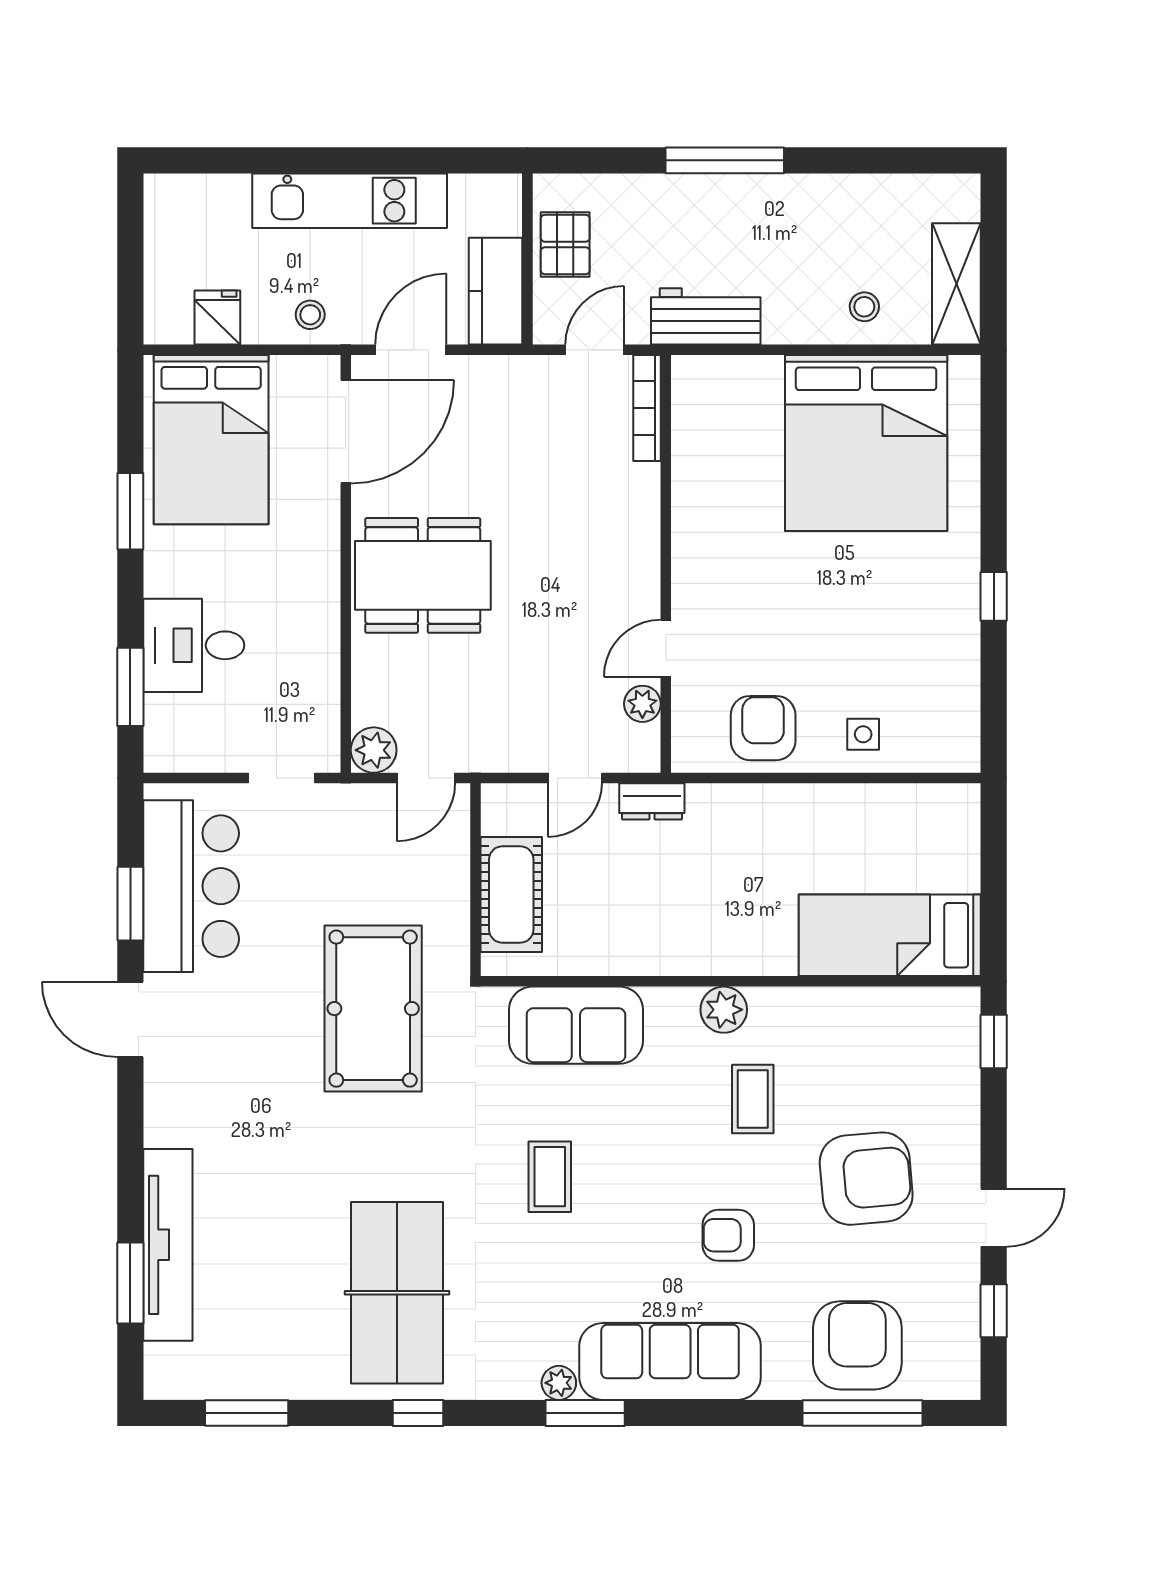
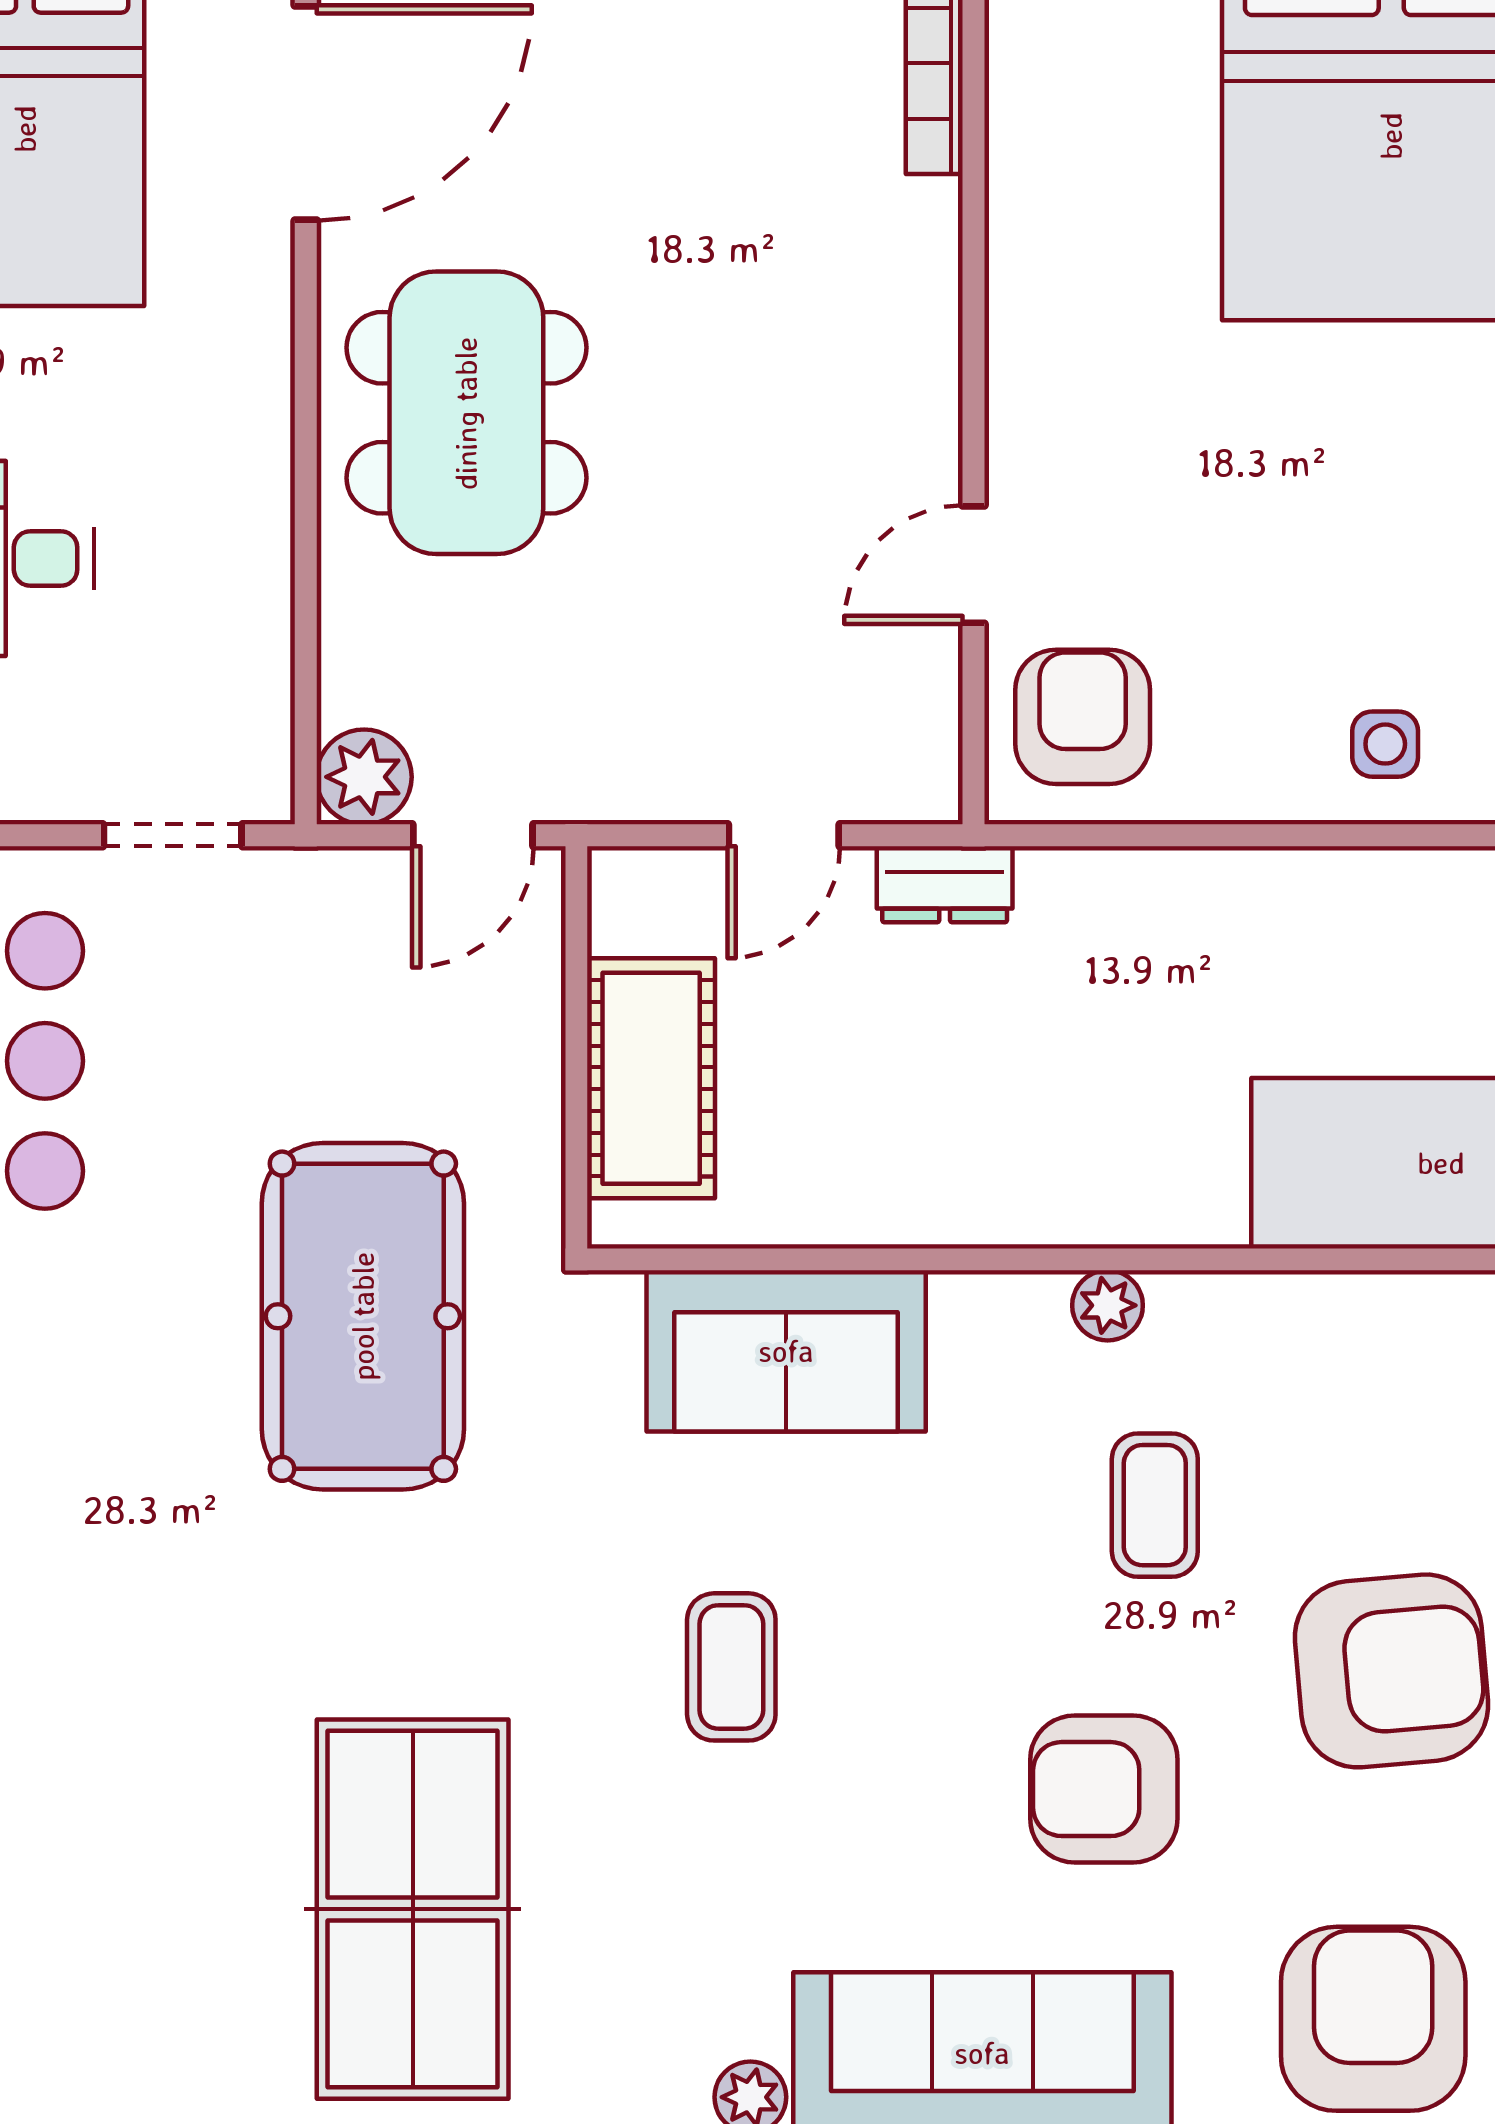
dining table: (423, 575) -> (466, 413), turned 90
plant: (642, 704) -> (925, 680), removed
armchair: (763, 728) -> (1083, 717), moved
plant: (724, 1010) -> (1108, 1305), width x0.73, depth x0.73
armchair: (728, 1235) -> (1104, 1789), width x1.38, depth x1.38

